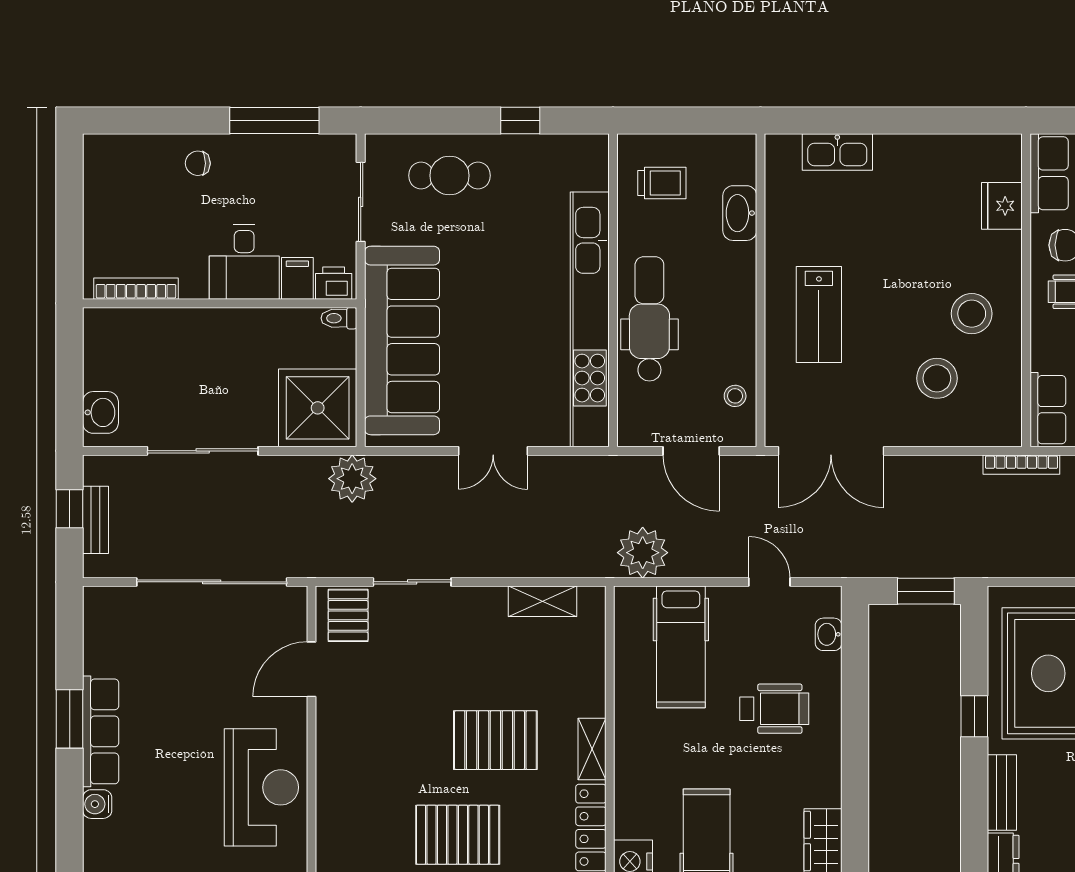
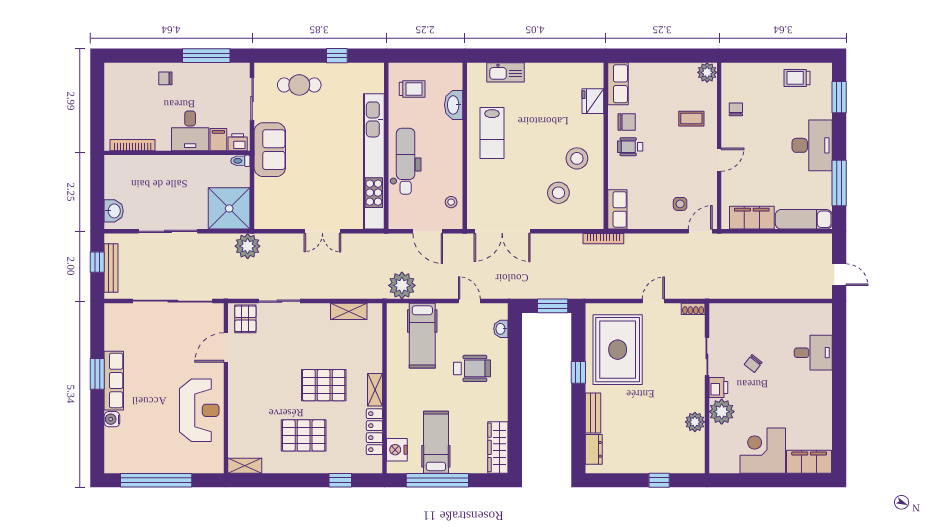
lab bench: (819, 315) -> (492, 133), moved
sofa: (402, 340) -> (270, 150), width x0.54, depth x0.79
bench: (96, 520) -> (111, 268), width x1.36

